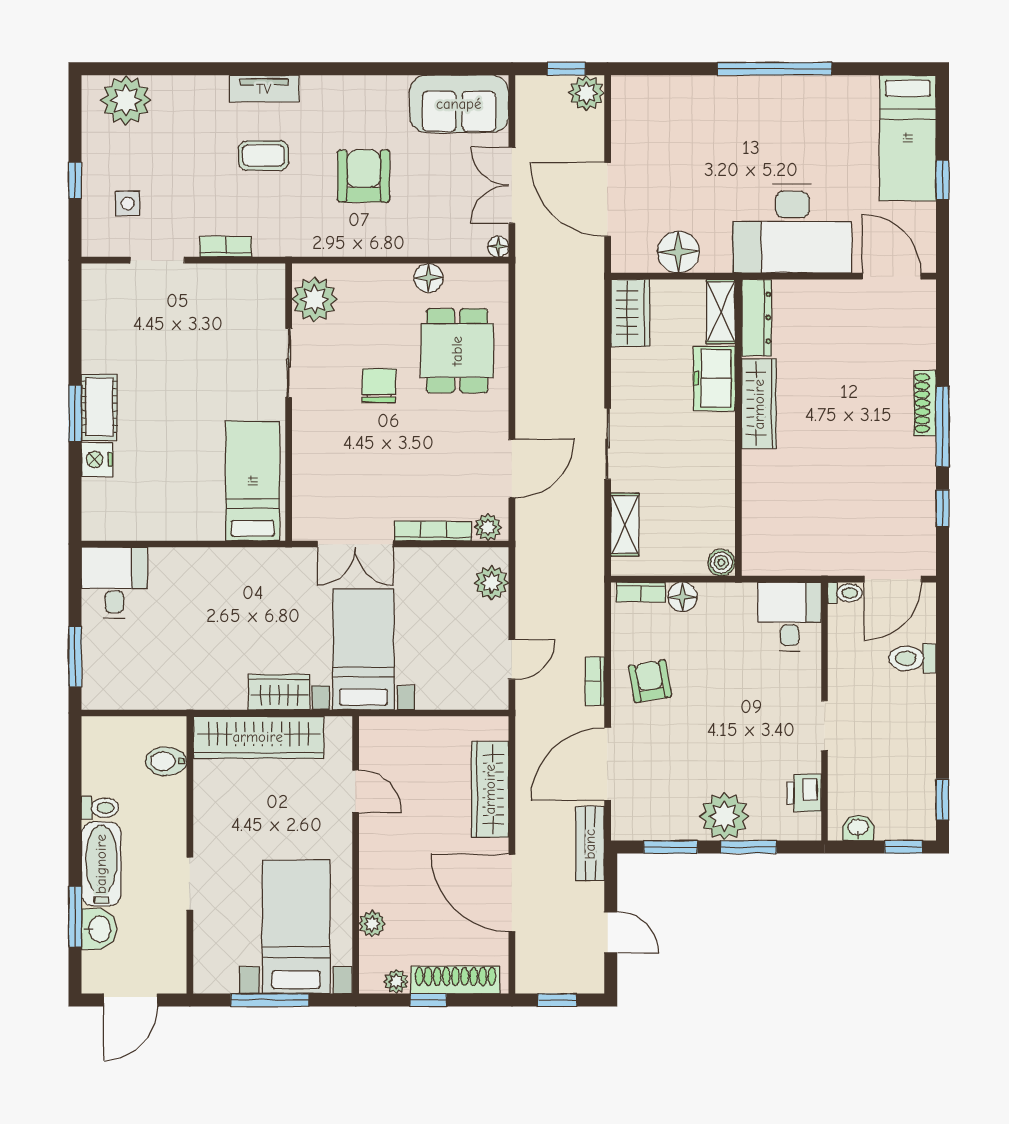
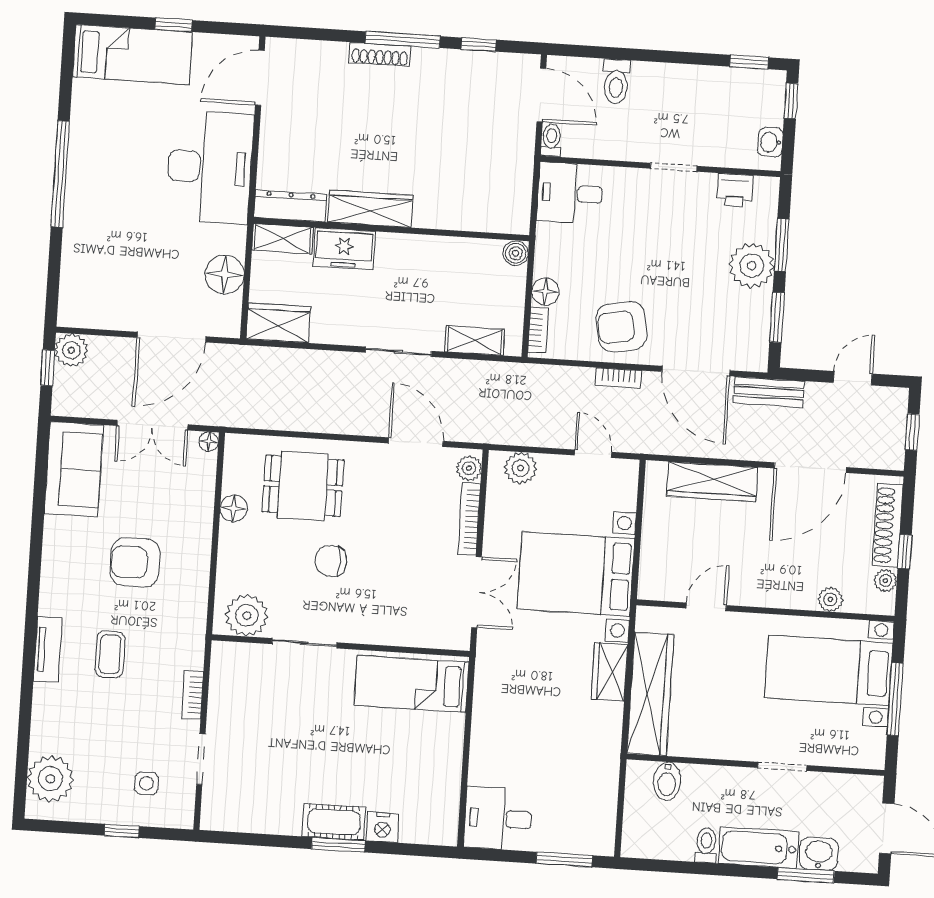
bed with nightstands: (363, 649) -> (576, 574), width x1.36
armchair: (650, 681) -> (622, 327), width x1.38, depth x1.38

